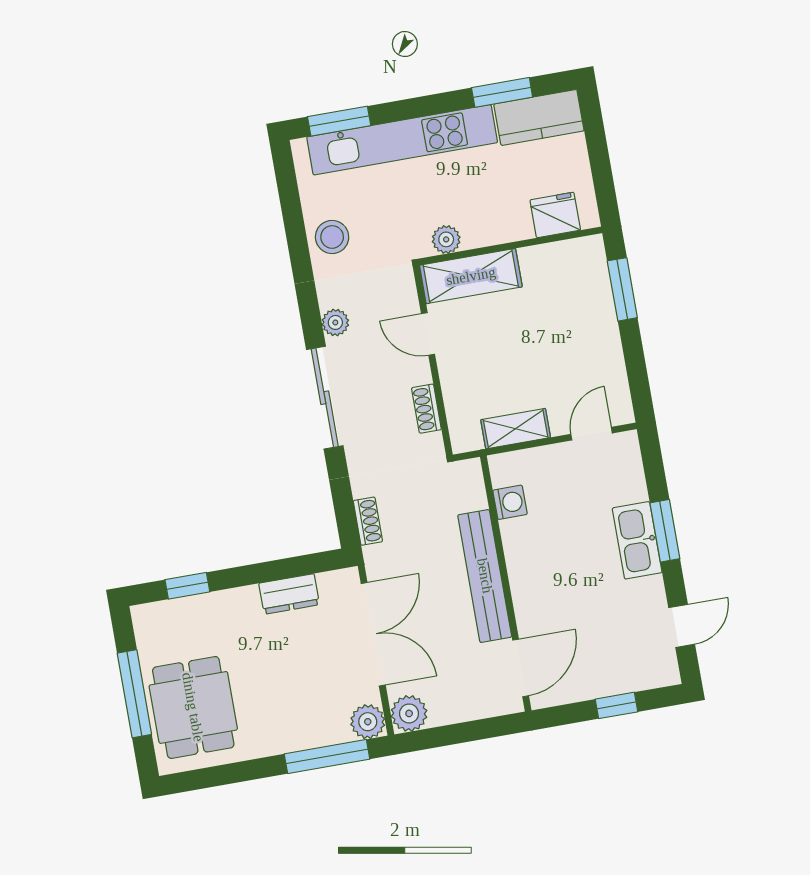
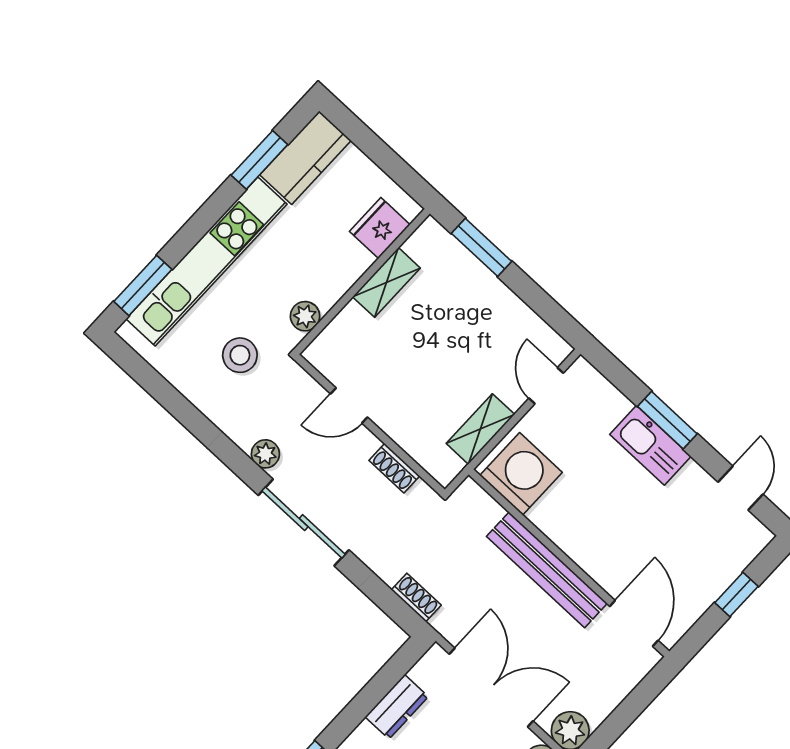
stool: (332, 237) -> (240, 355), moved
shelving: (471, 276) -> (386, 282), moved, width x0.67, depth x0.75
washing machine: (510, 502) -> (521, 474), width x1.89, depth x1.89

